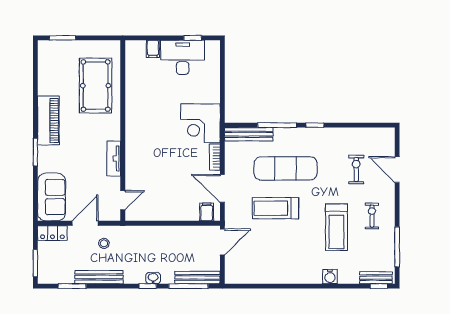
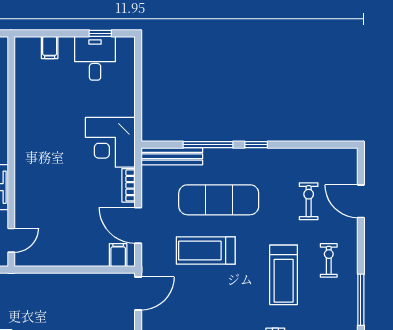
desk: (183, 57) -> (95, 58), width x0.73

